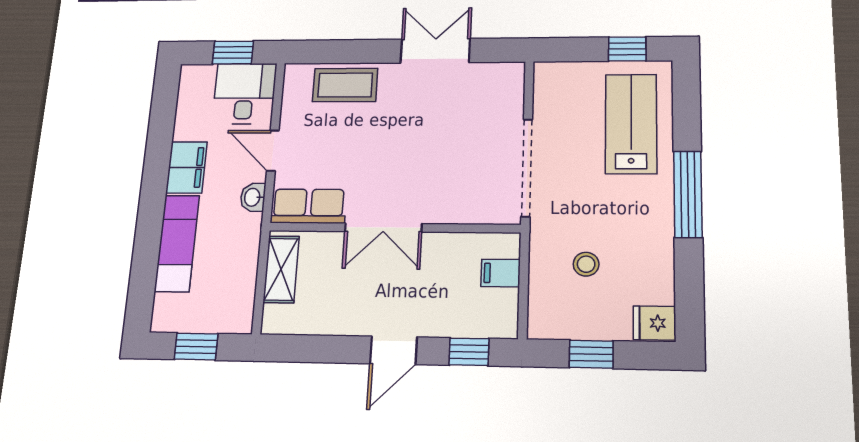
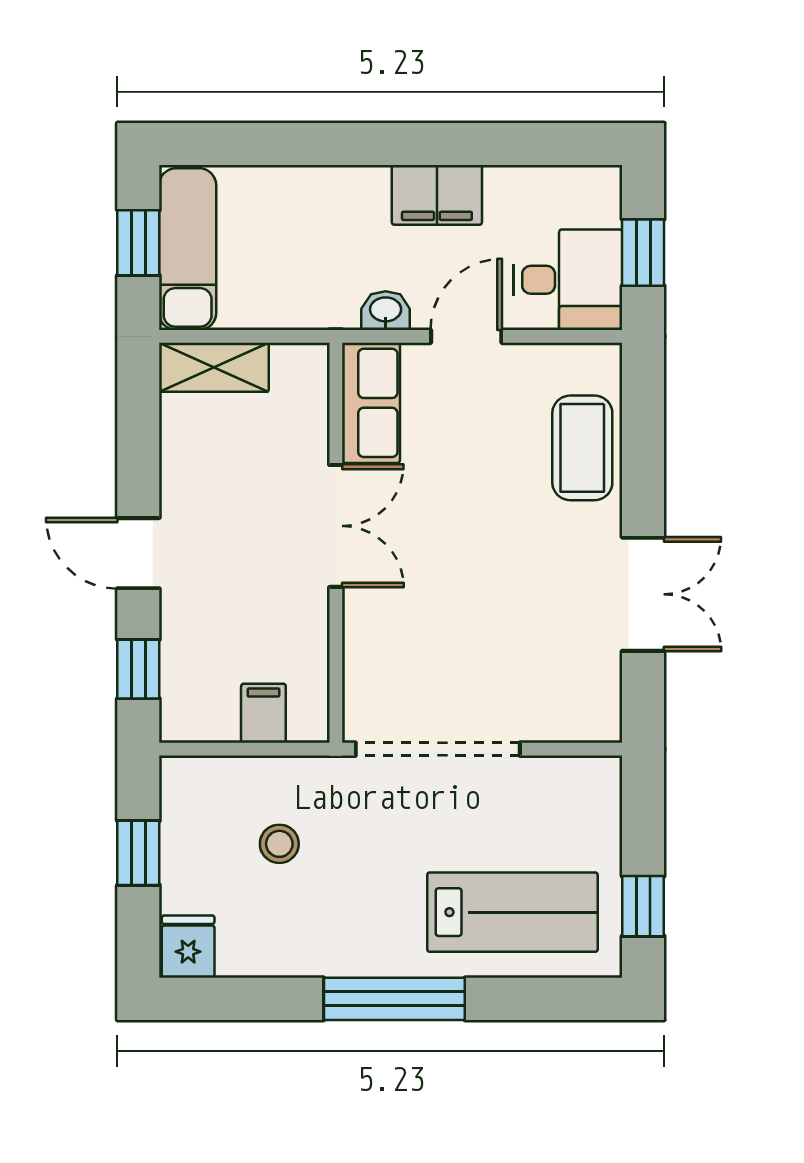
double door: (383, 228) -> (336, 526), swing flipped
exam couch: (177, 243) -> (188, 249), moved, turned -90
shelving: (281, 269) -> (214, 367), moved

